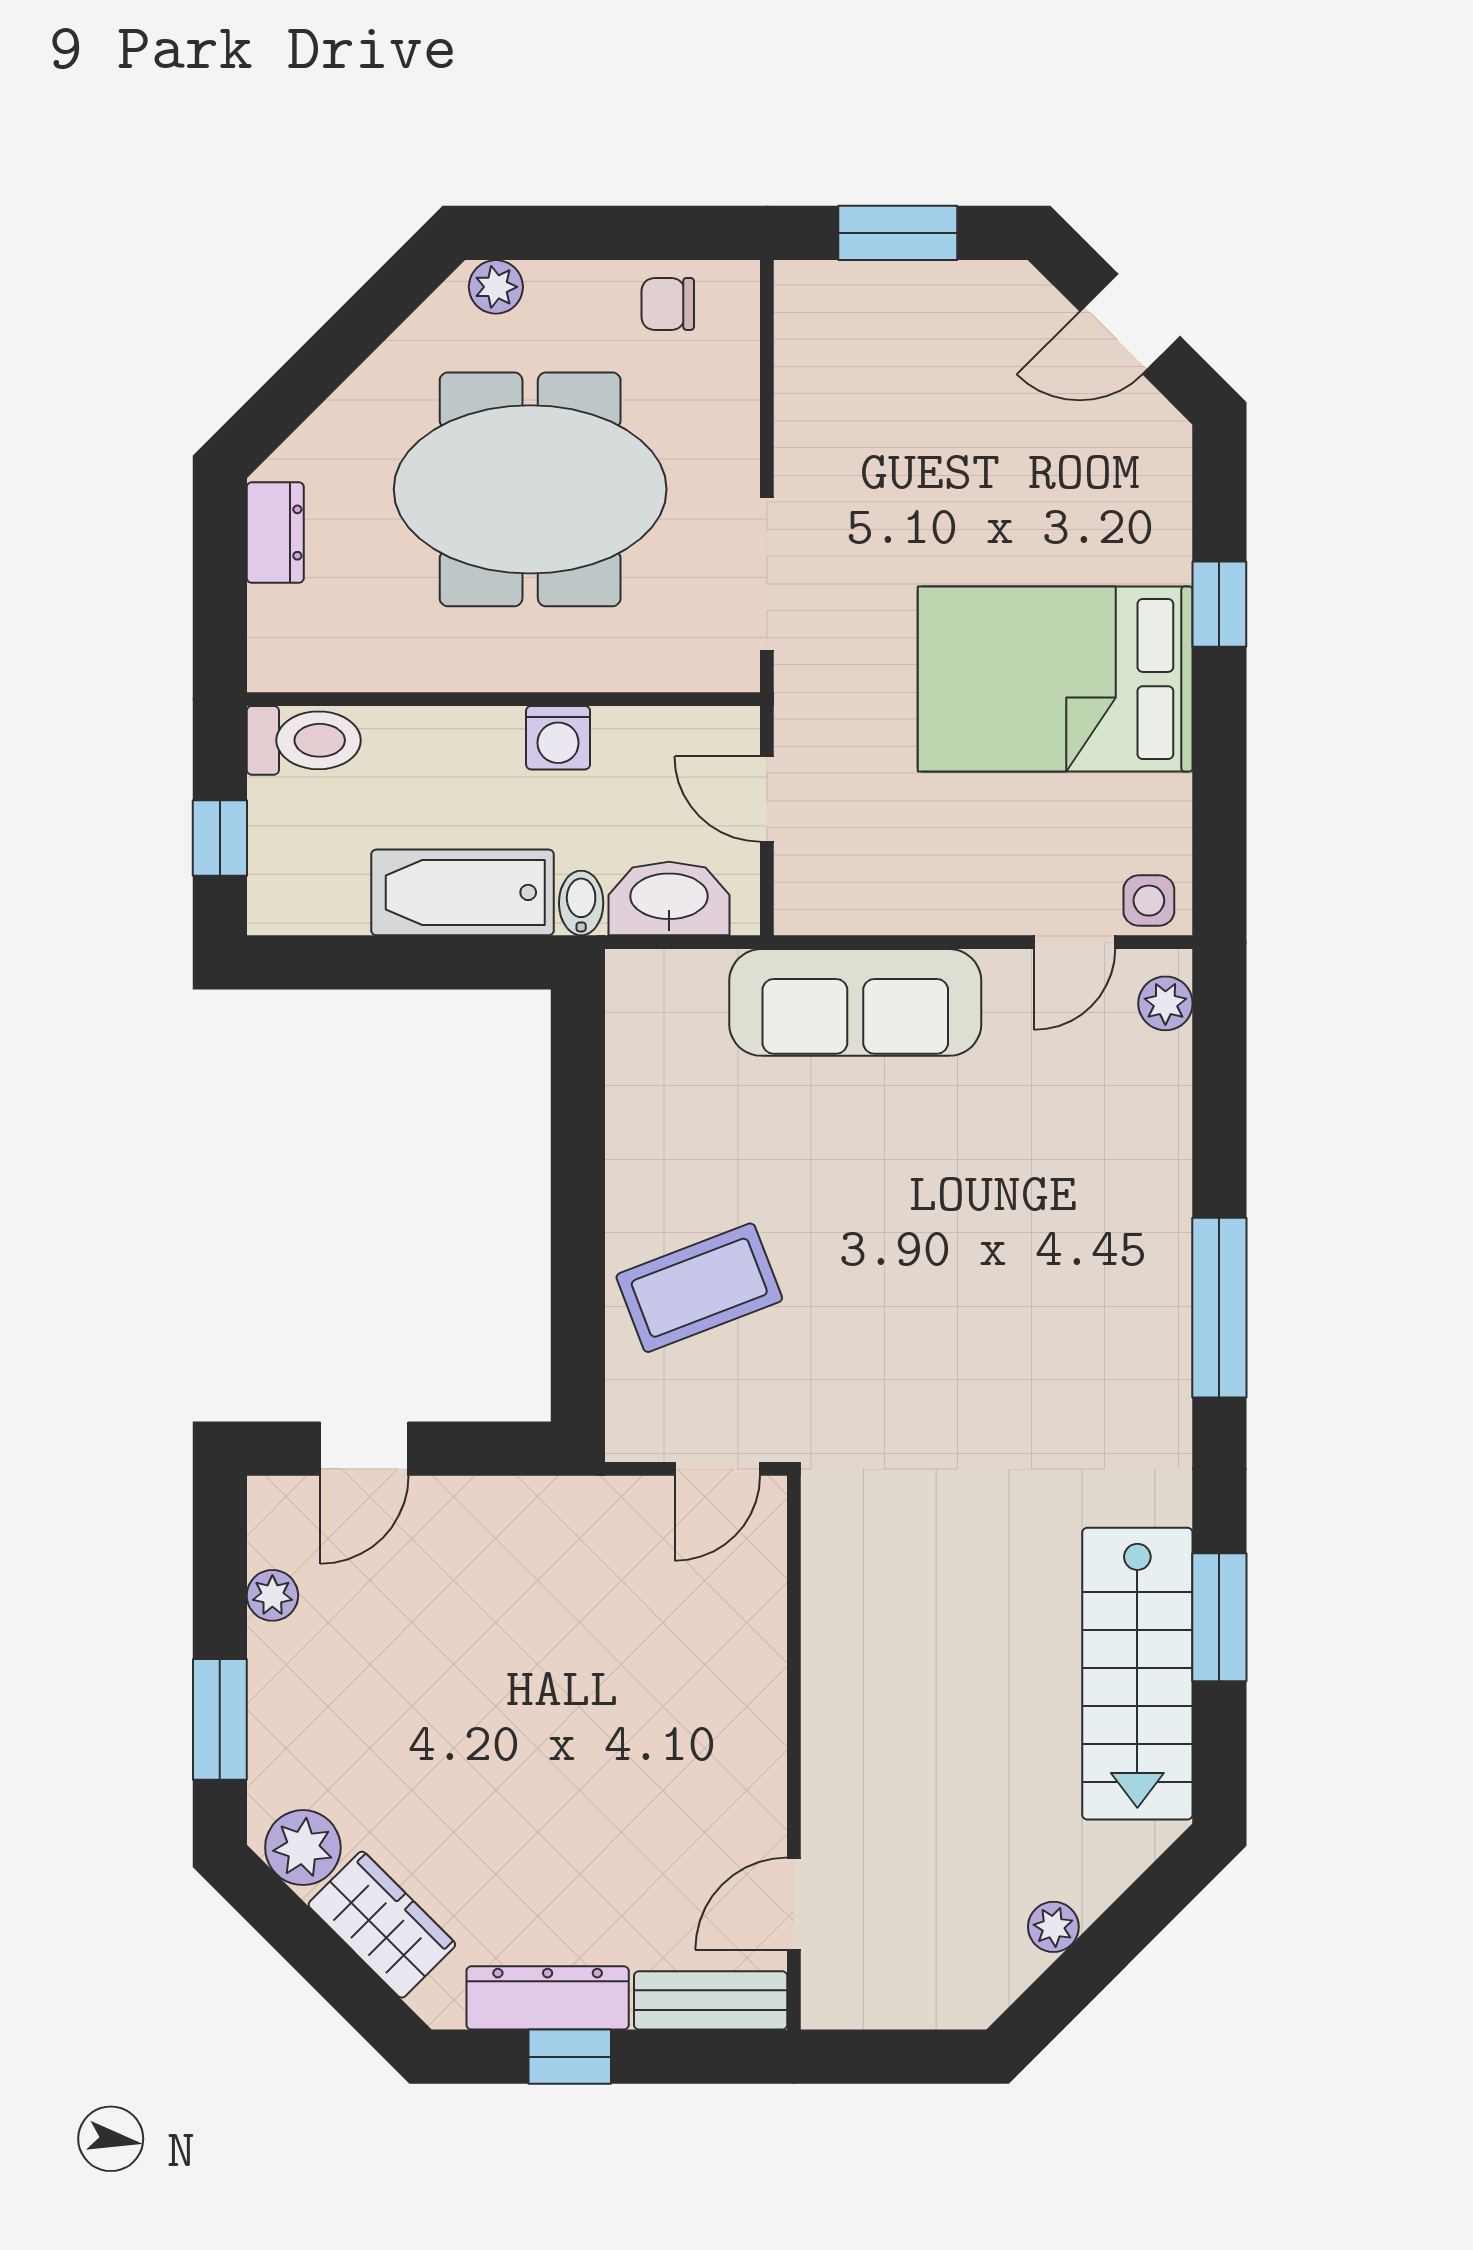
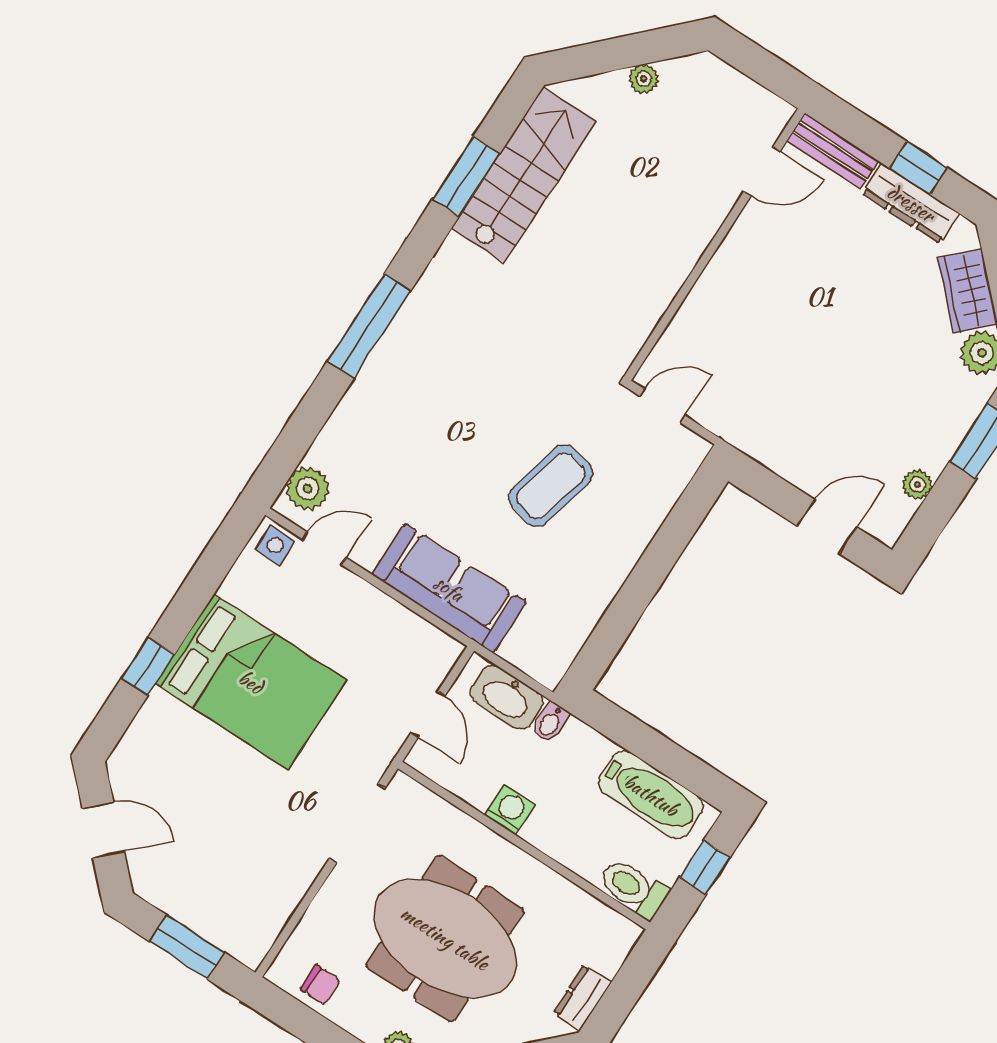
bathtub: (463, 892) -> (651, 795), moved
plant: (1165, 1003) -> (308, 489), width x1.38, depth x1.38
coffee table: (699, 1288) -> (551, 486), moved, turned -55

